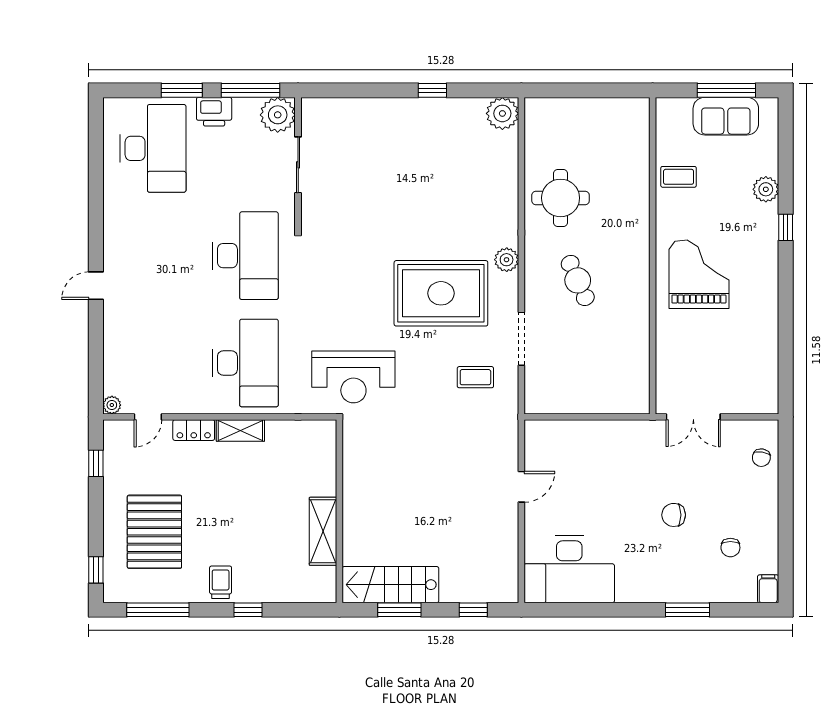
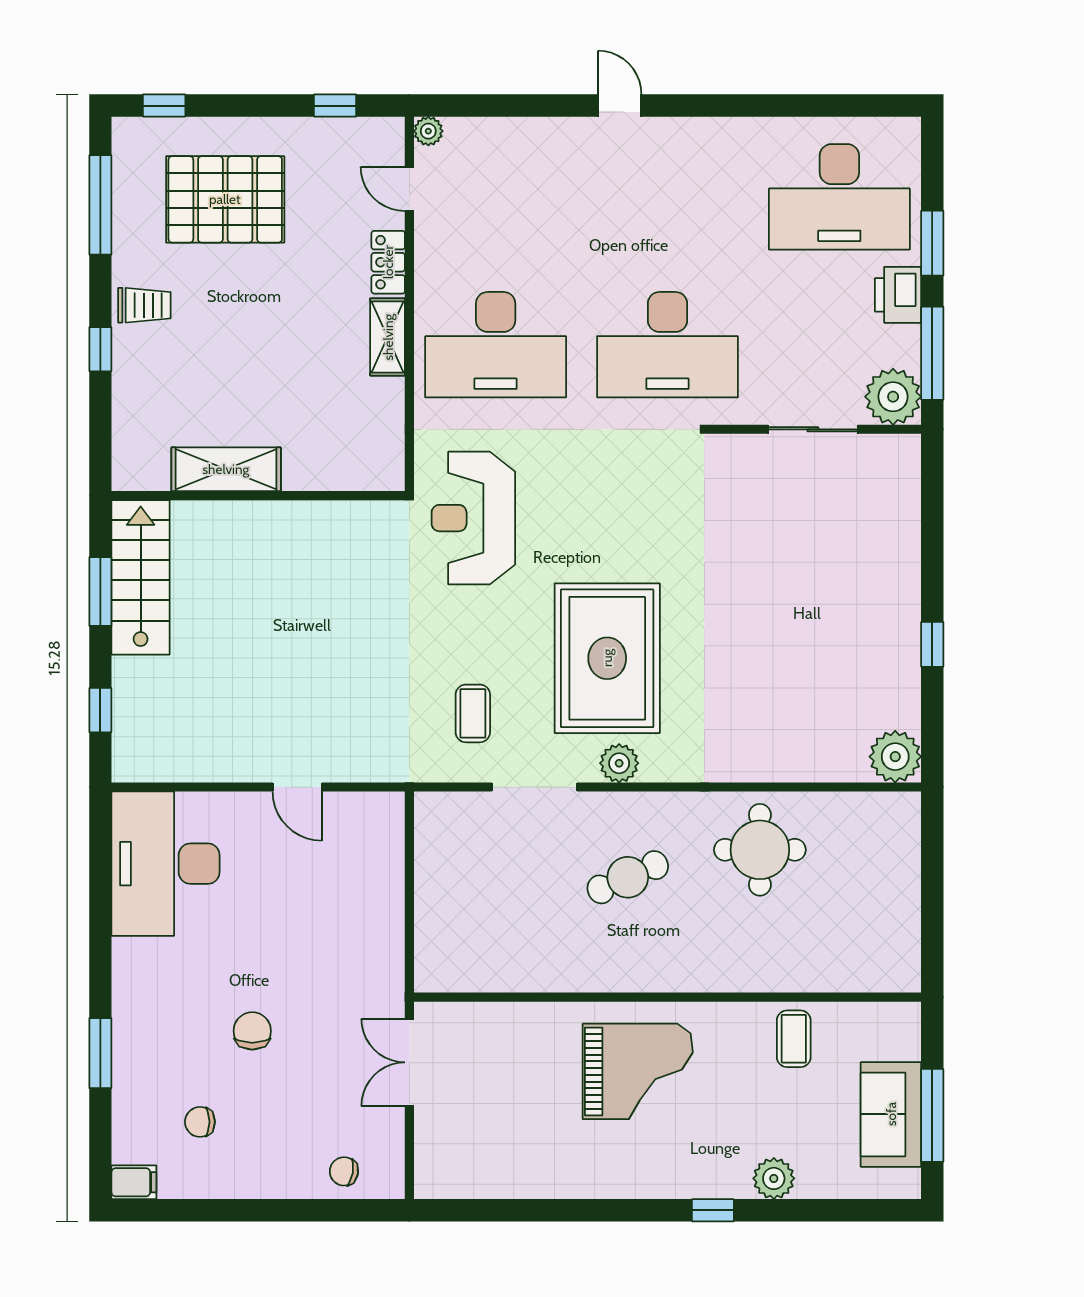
plant: (507, 260) -> (619, 763), moved

